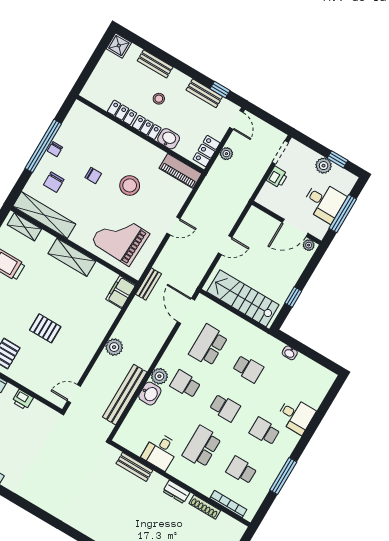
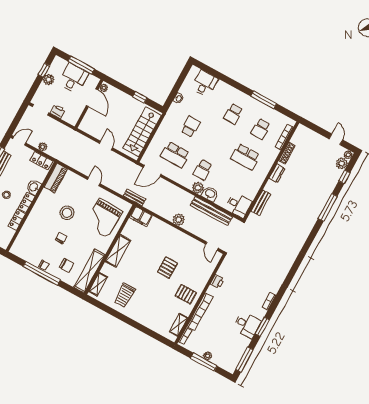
school desk: (225, 408) -> (218, 142), removed
desk: (296, 415) -> (205, 83), moved
desk: (161, 451) -> (239, 205), moved

